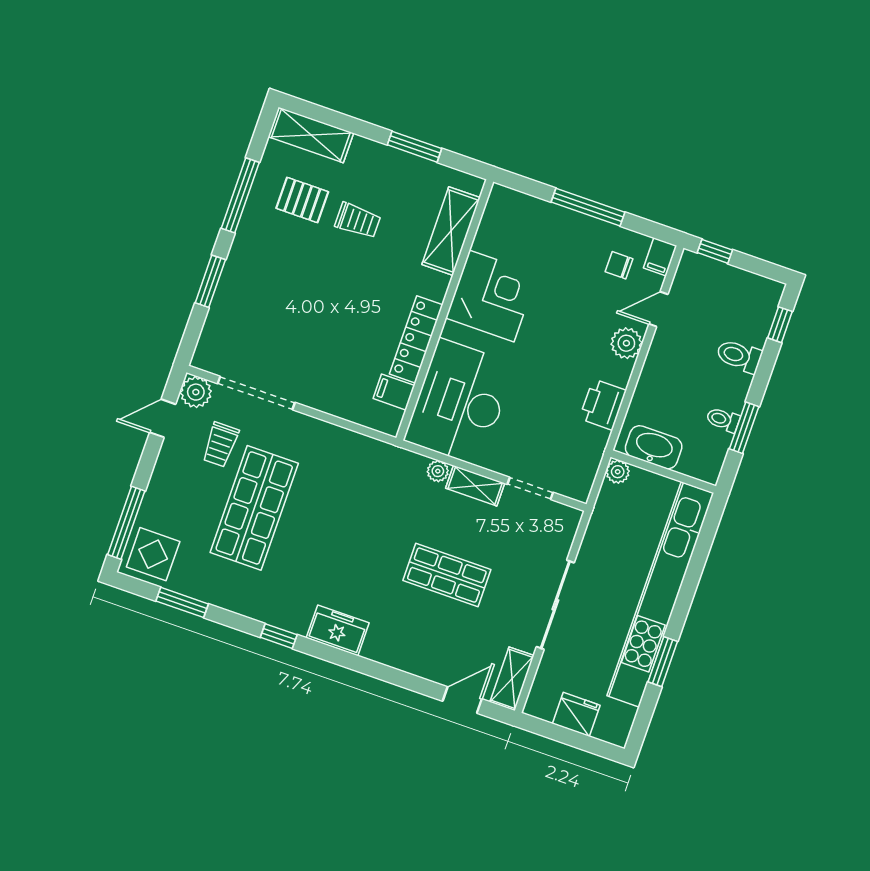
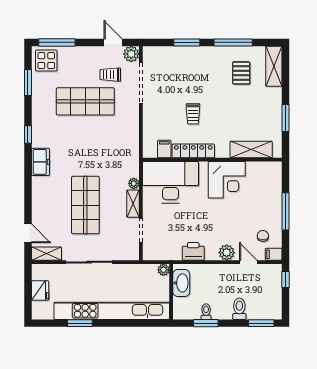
trolley: (358, 221) -> (193, 114), moved
window: (780, 325) -> (261, 323), width x1.50
shop shelf: (447, 575) -> (85, 205), width x1.43, depth x1.36

